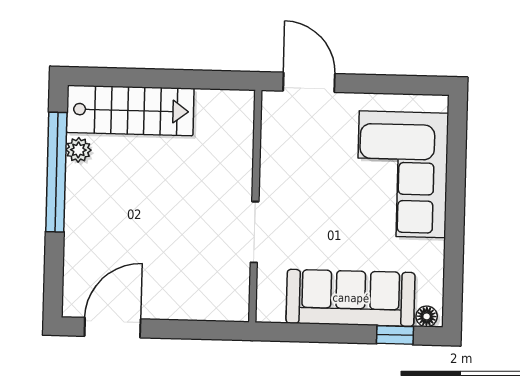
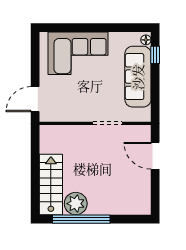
plant: (78, 150) -> (76, 204), width x1.87, depth x1.87
door: (113, 328) -> (155, 156), moved

